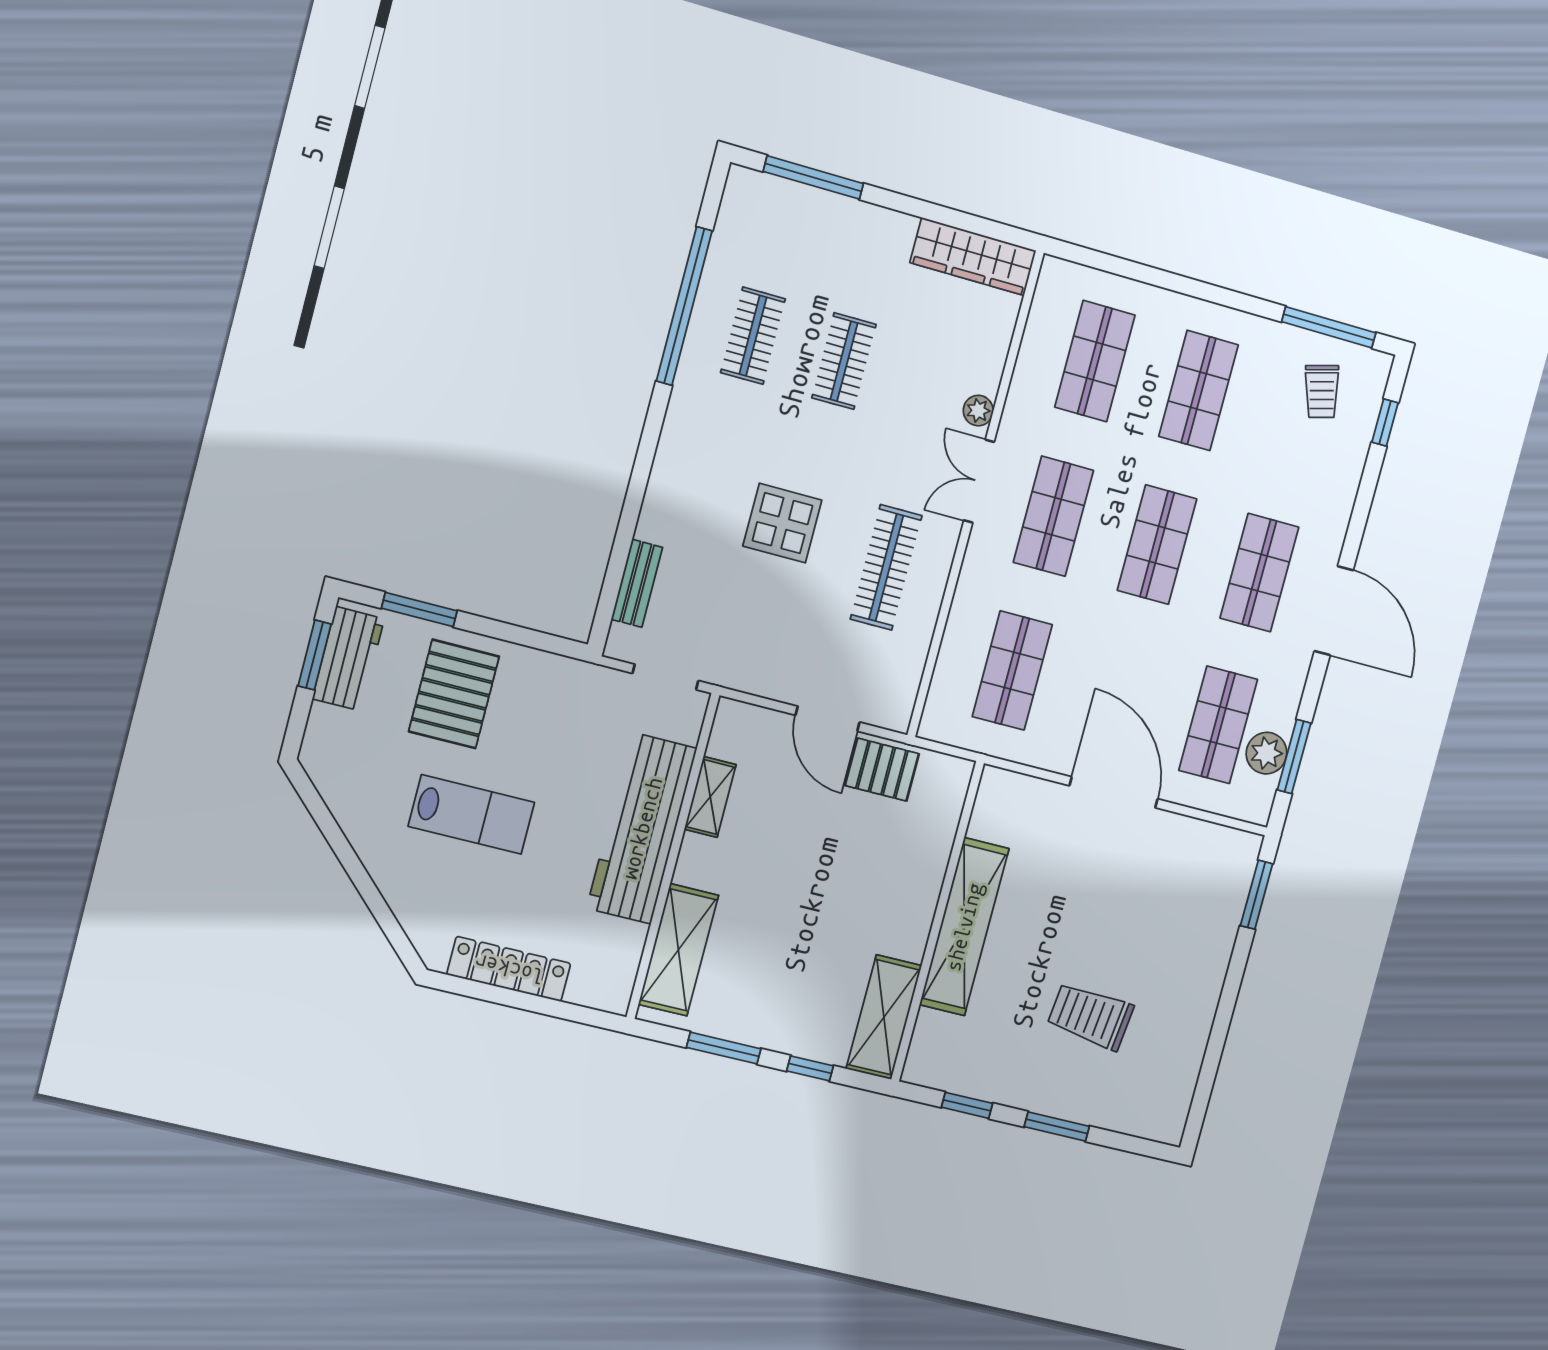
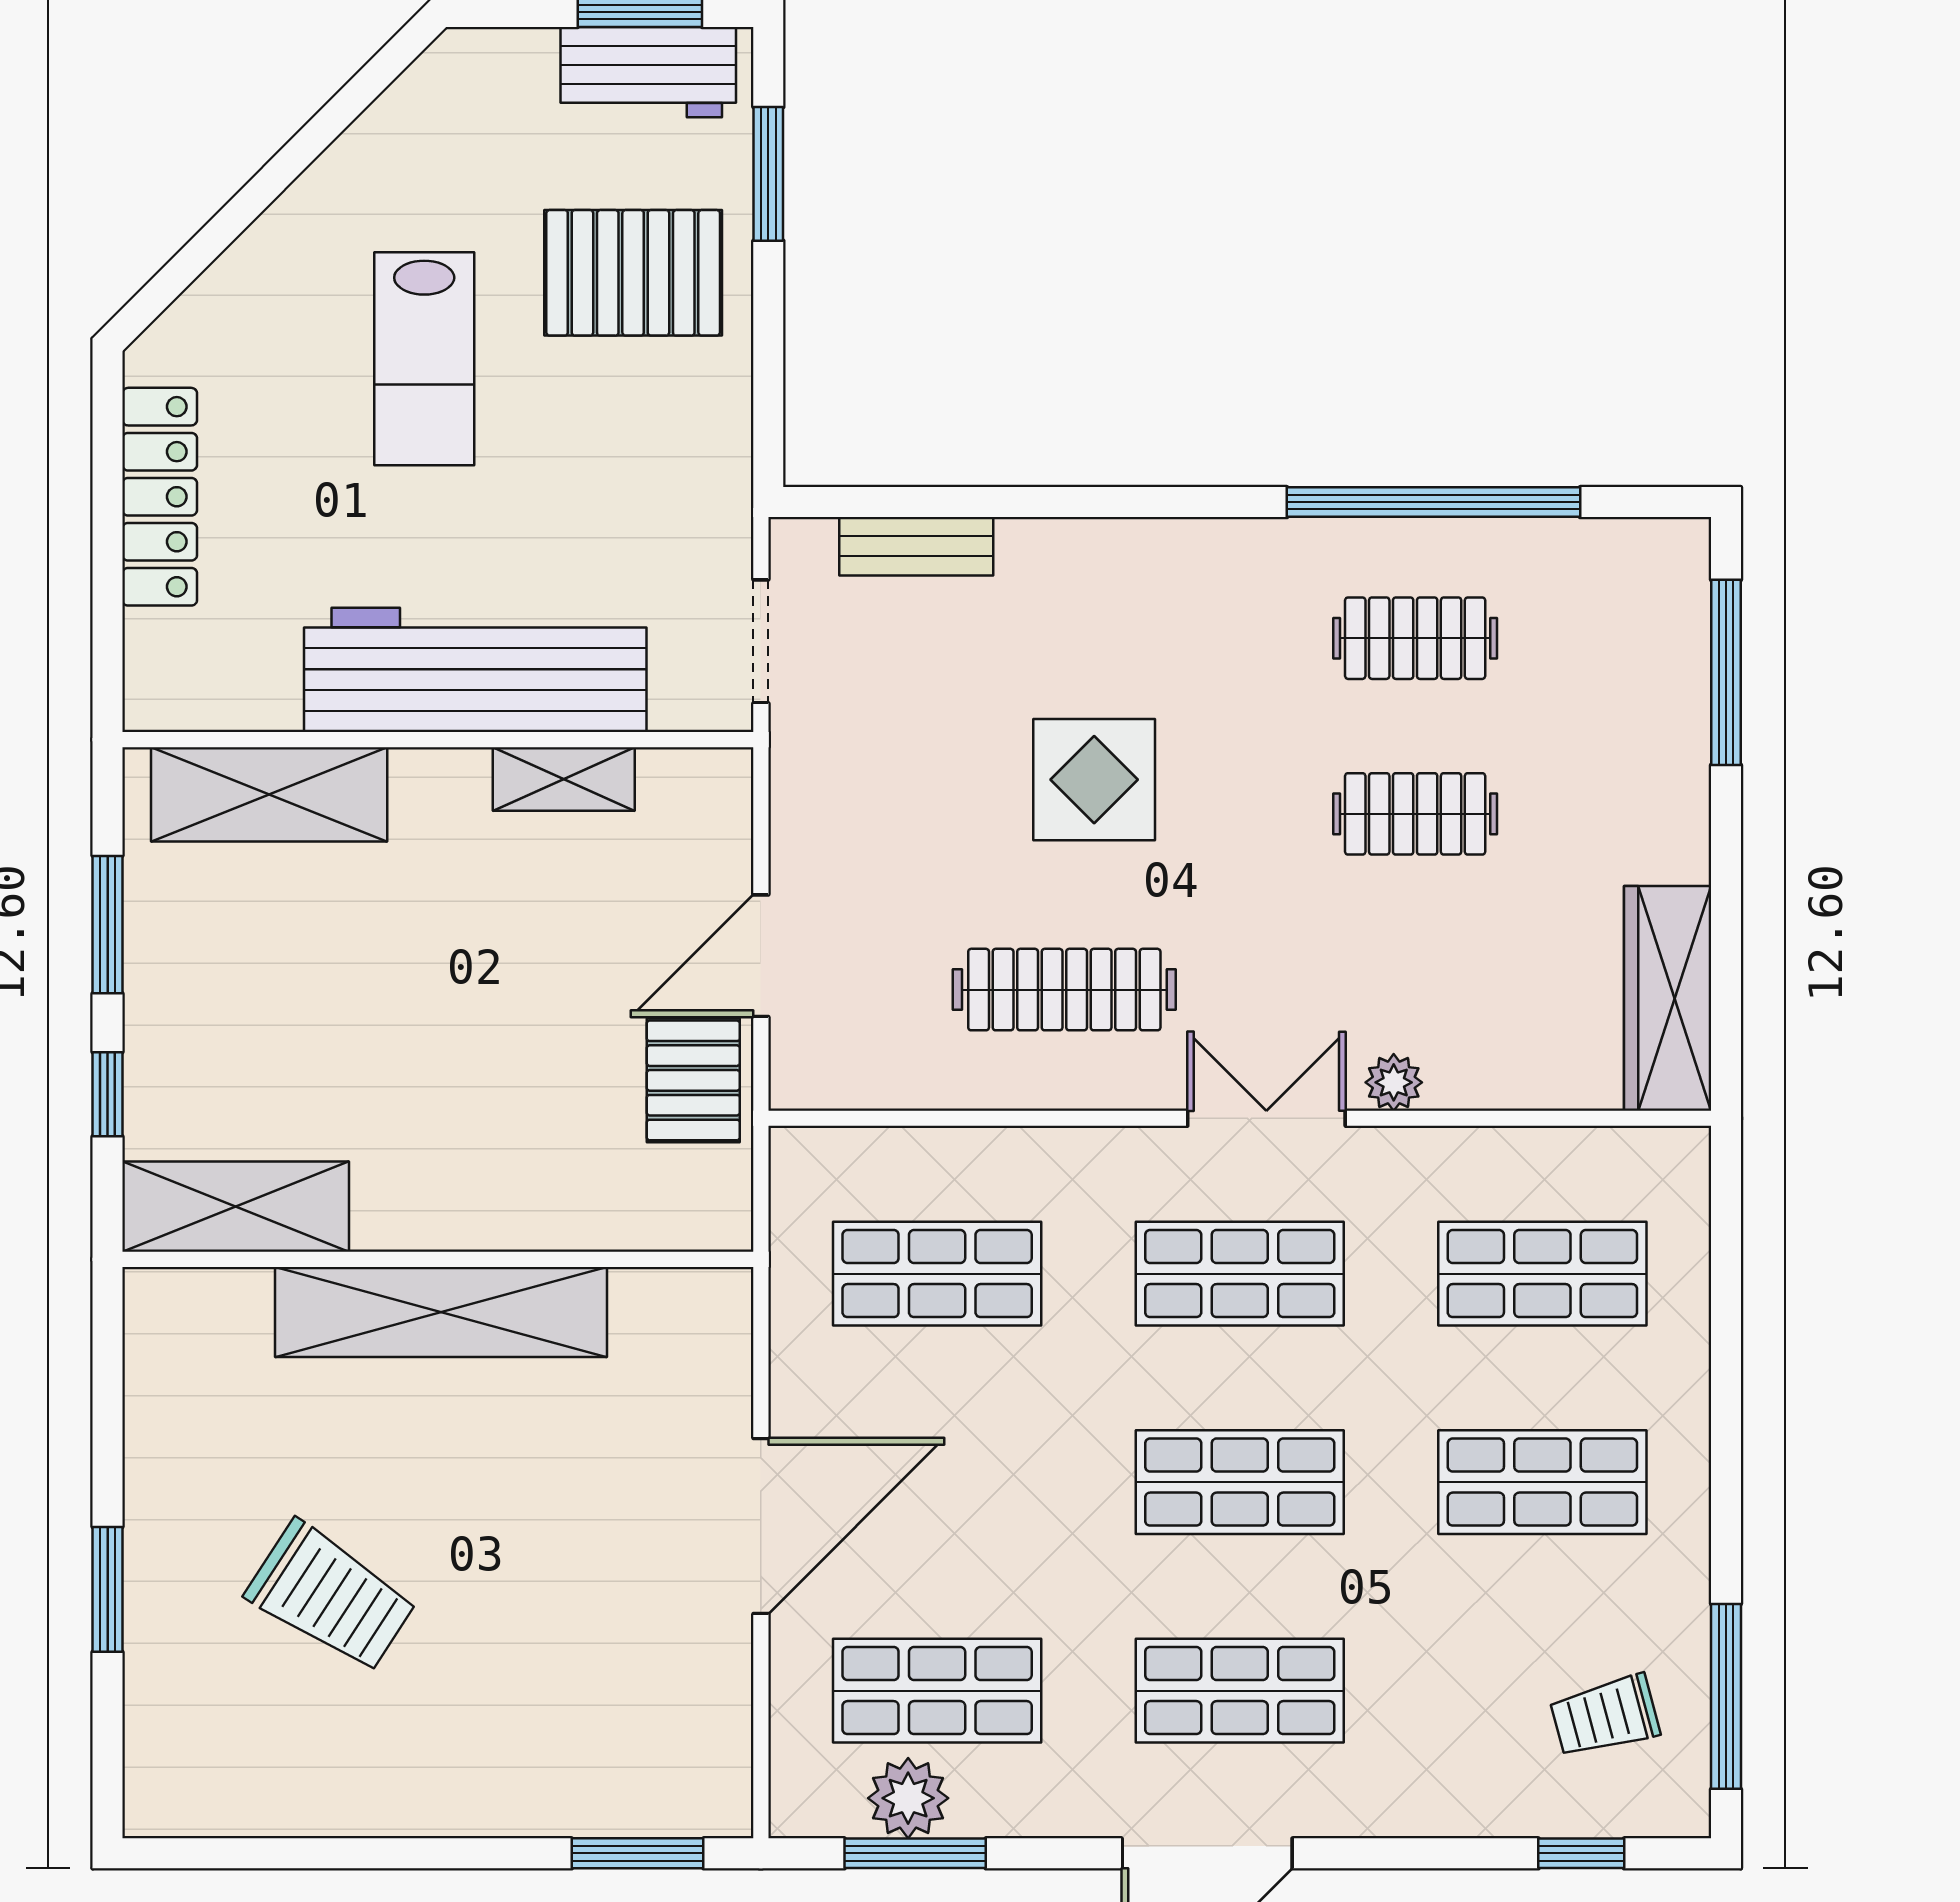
trolley: (1090, 1016) -> (331, 1597), turned 117
window: (967, 1105) -> (108, 1407), removed

